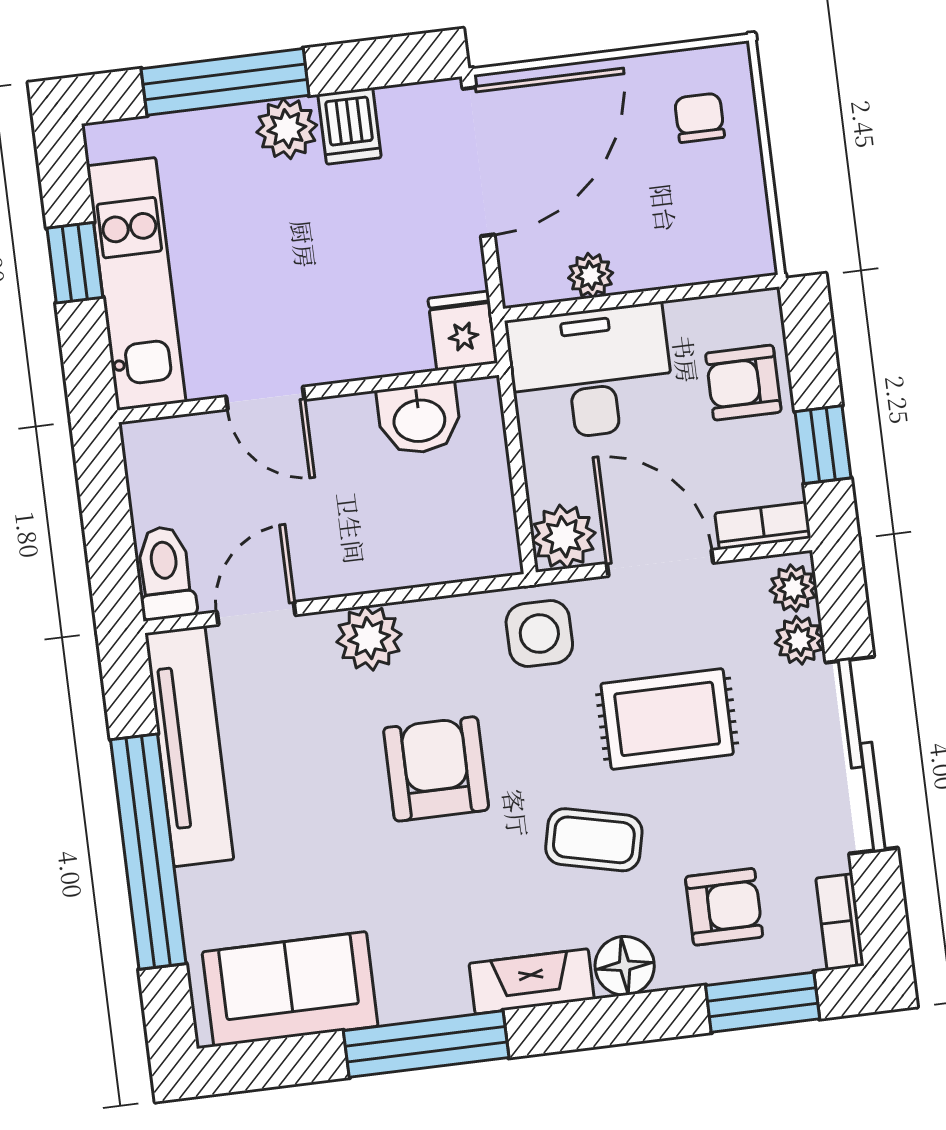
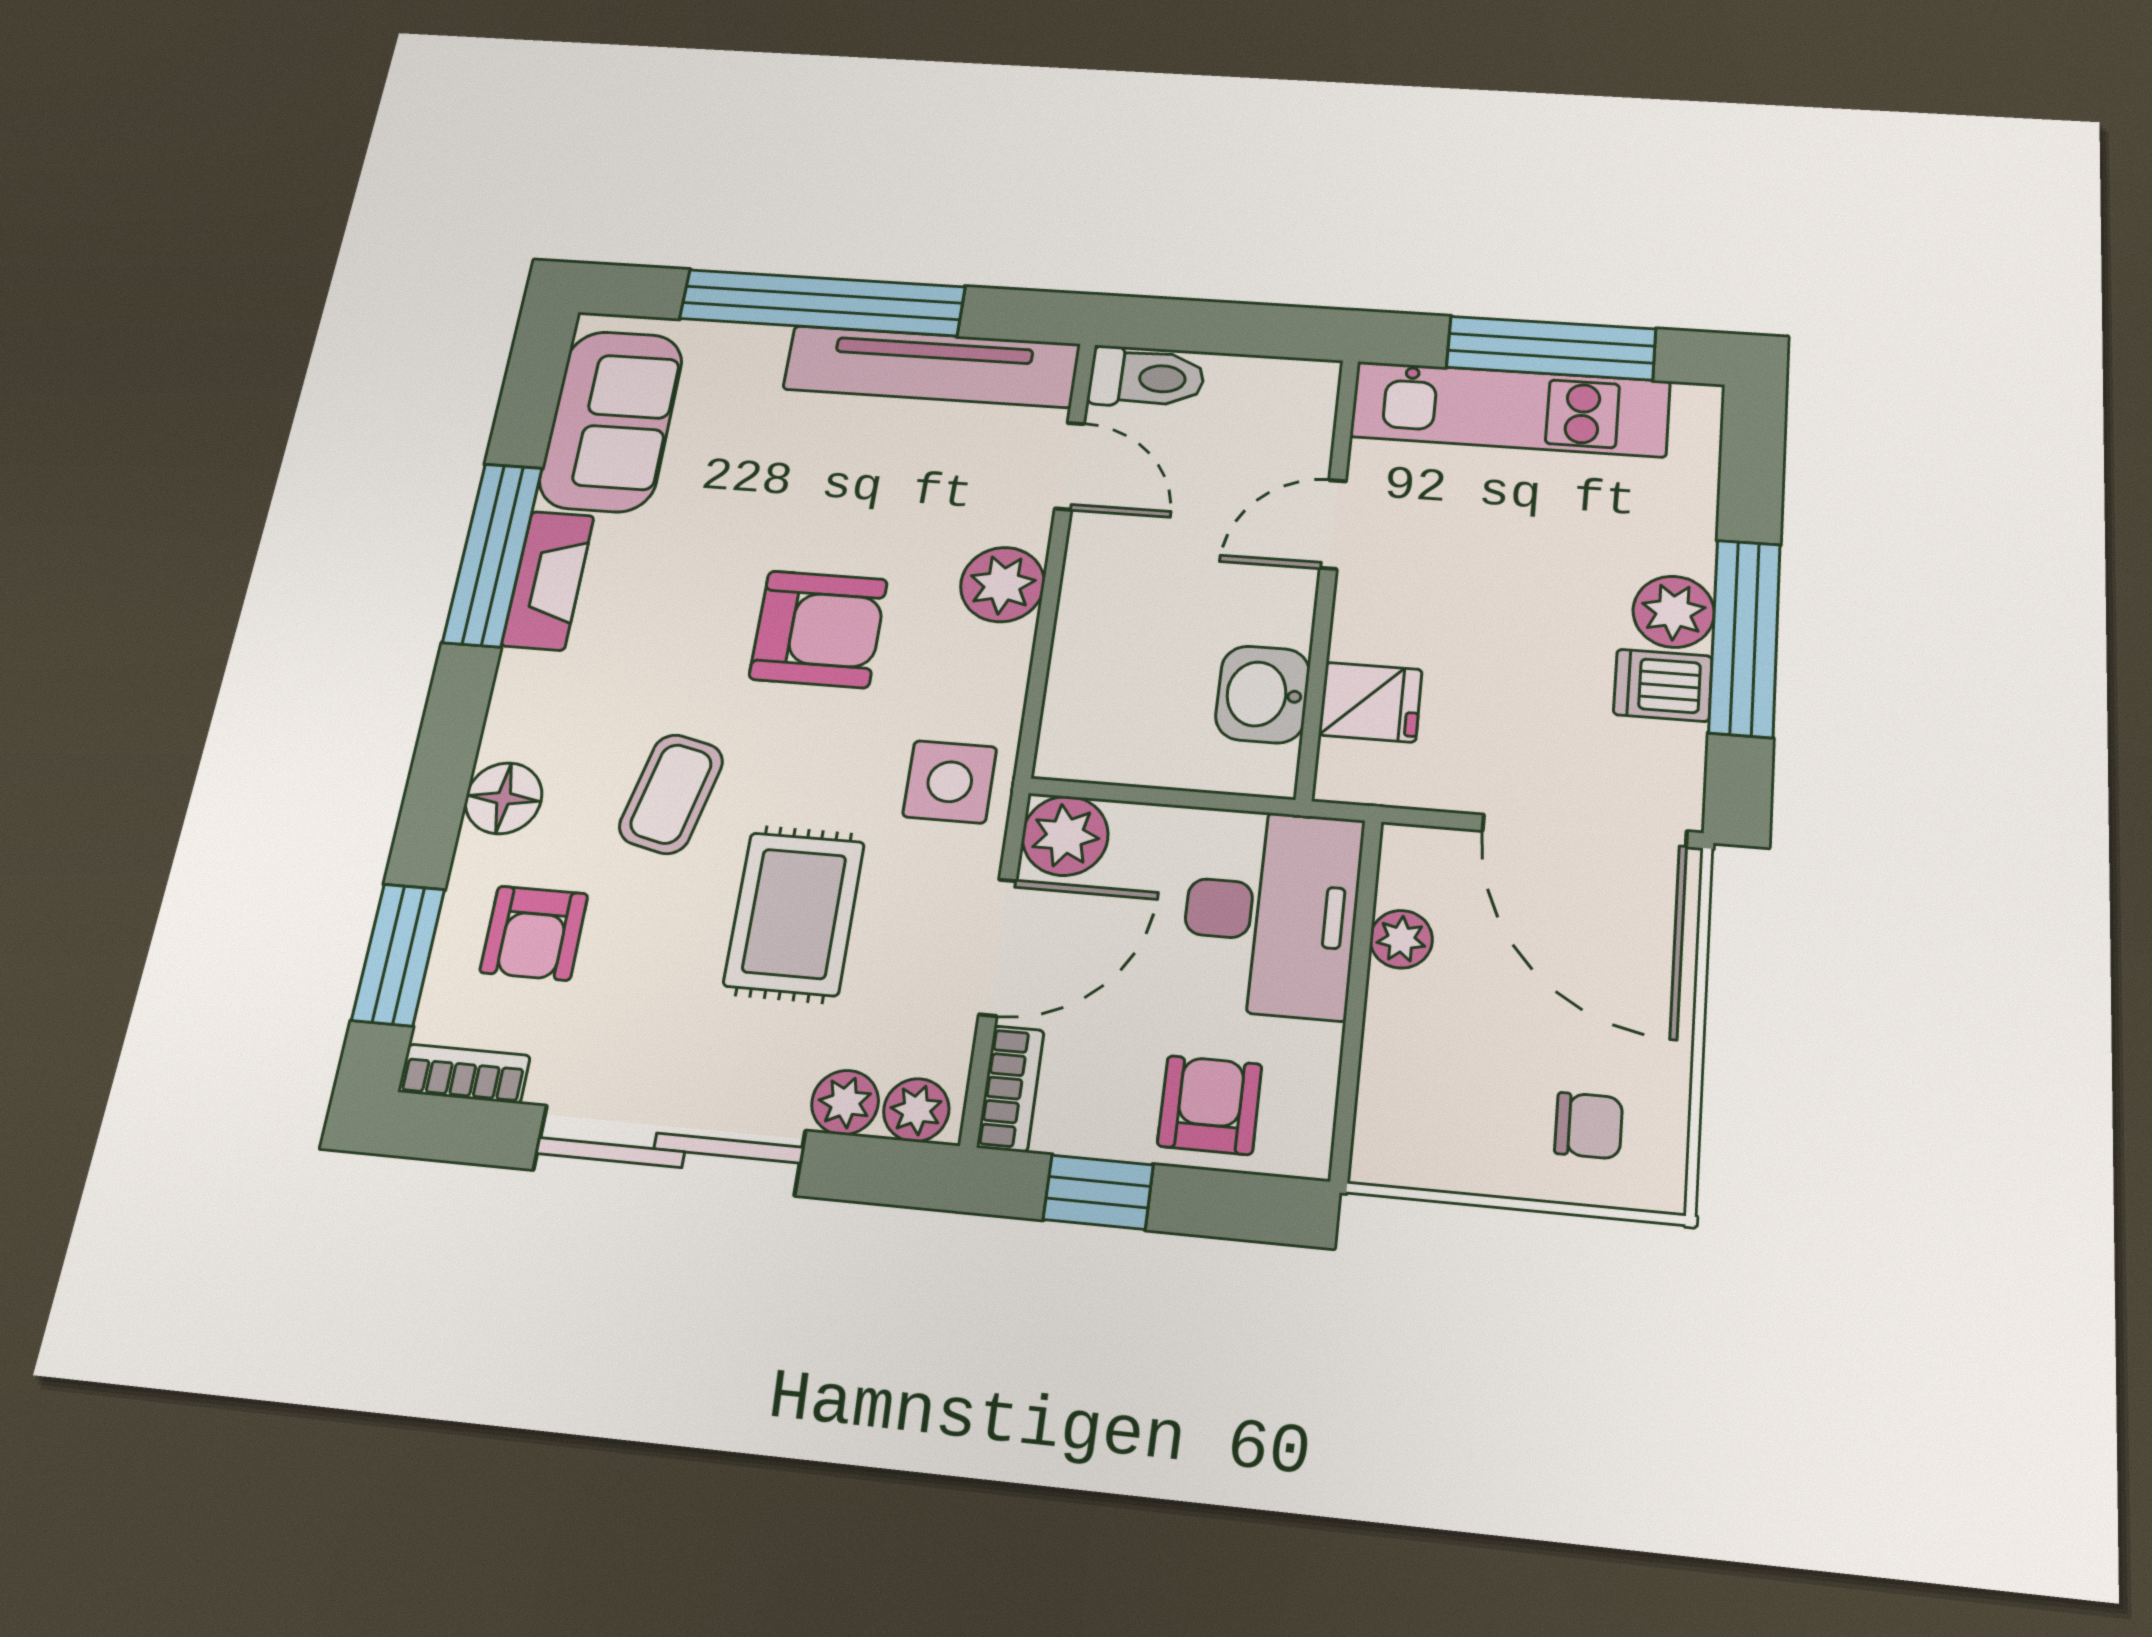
window: (225, 82) -> (1745, 638), moved
window: (75, 263) -> (1551, 348), width x2.17
fridge: (463, 331) -> (1370, 702), moved
fireplace: (532, 981) -> (548, 580), moved

